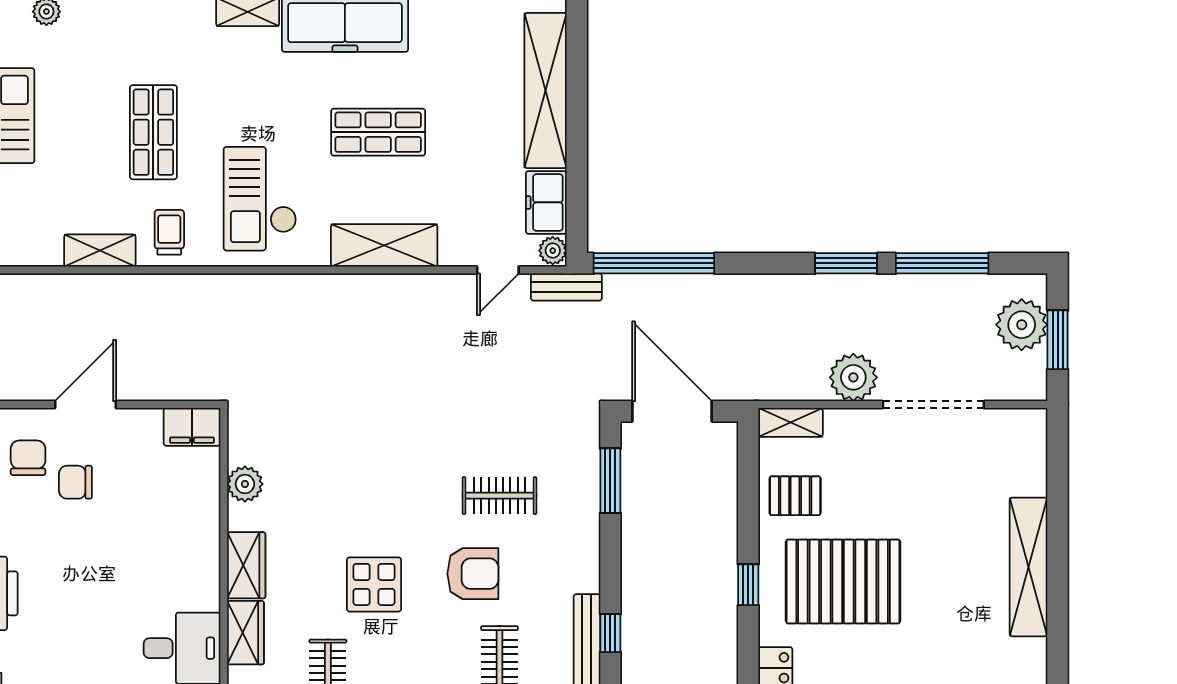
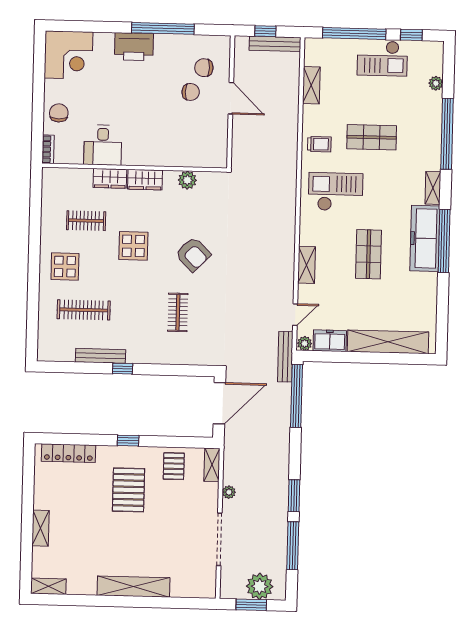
shelving: (384, 245) -> (307, 265), width x0.67, depth x0.75
shelving: (100, 251) -> (311, 85), moved
door: (498, 270) -> (295, 315), swing flipped
bench: (566, 287) -> (285, 357), width x1.36
plant: (853, 377) -> (229, 492), width x0.53, depth x0.53
filing cabinet: (192, 427) -> (218, 153), removed
chair: (28, 458) -> (204, 68), turned 180
window: (610, 481) -> (184, 370), removed
chair: (75, 482) -> (191, 92), turned 90
armchair: (473, 574) -> (193, 254), moved, turned -45
pallet: (843, 581) -> (129, 490), width x0.73, depth x0.71
window: (610, 633) -> (123, 369), moved

